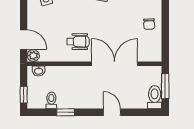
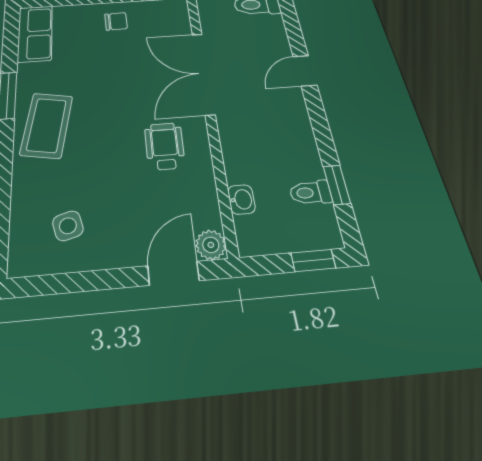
washbasin: (39, 71) -> (241, 199), moved
window: (65, 112) -> (337, 185), moved

